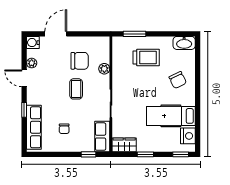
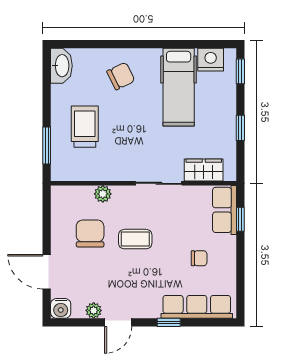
row of seats: (102, 137) -> (225, 210), moved, turned 90
wardrobe: (124, 145) -> (204, 170), moved, turned 90

